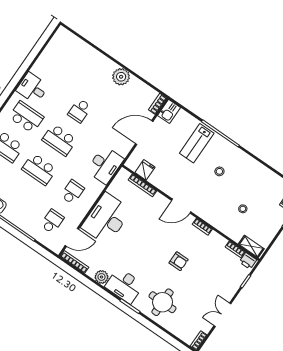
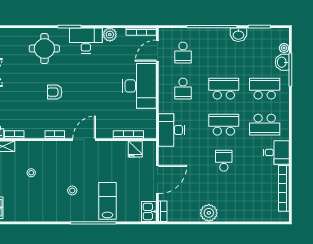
bookcase: (46, 55) -> (284, 188), added

